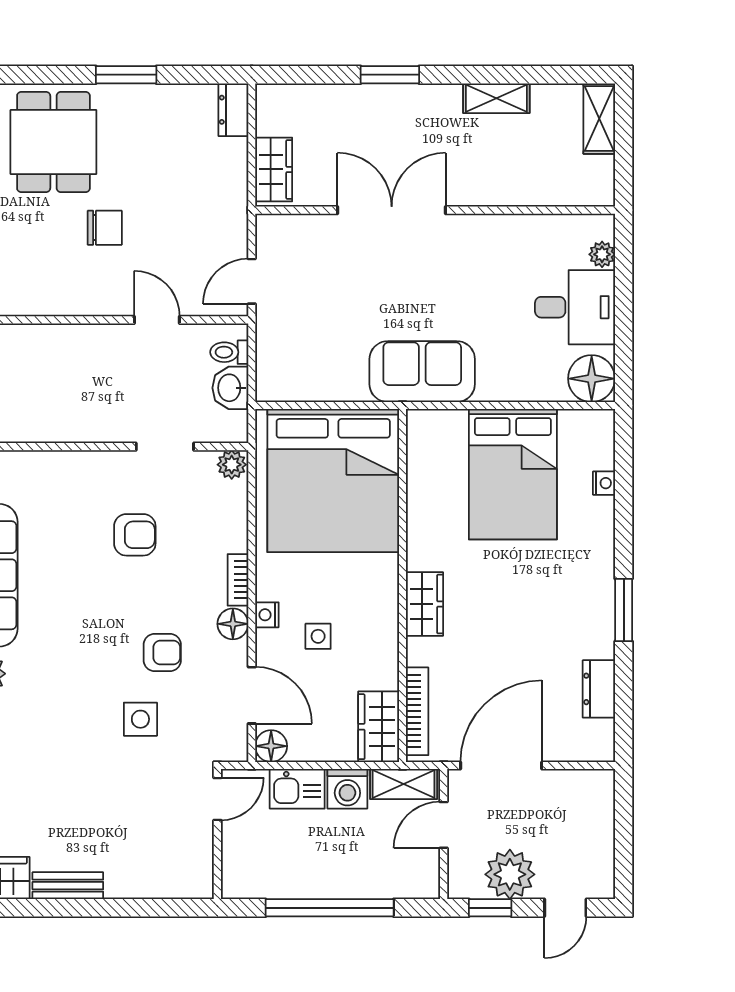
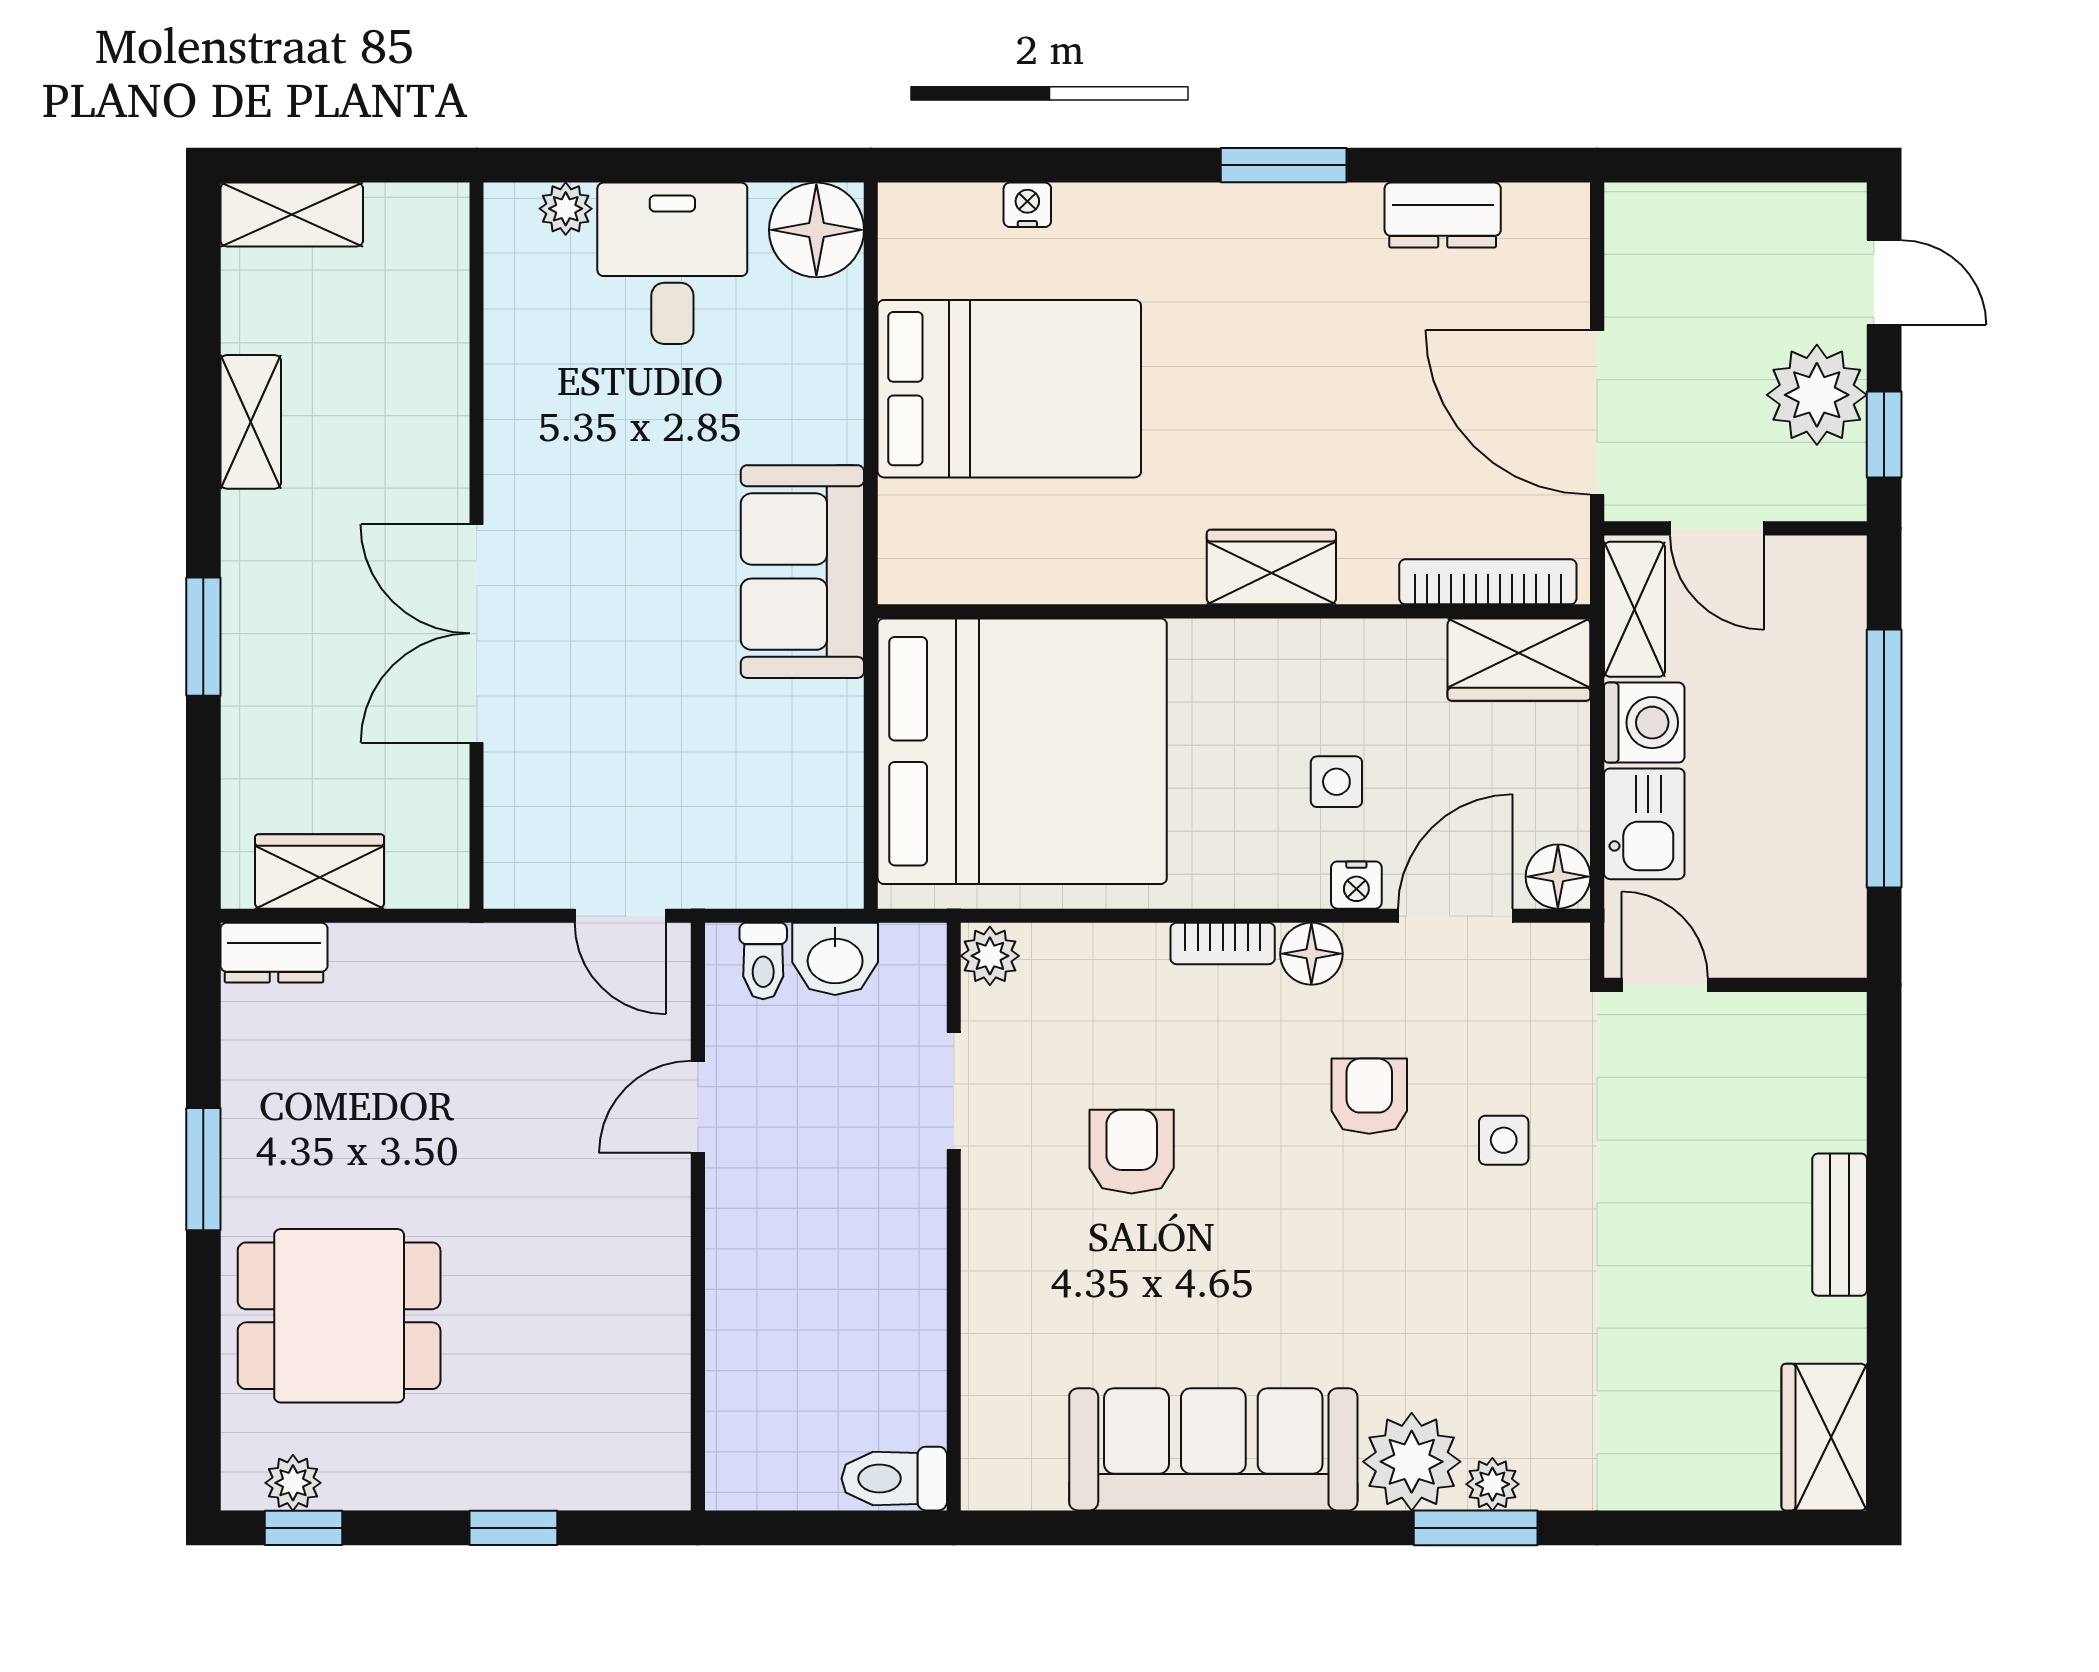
wardrobe: (274, 169) -> (320, 871), moved
chair: (105, 228) -> (512, 1212), removed
nightstand: (267, 615) -> (1356, 885), moved
side table: (140, 719) -> (1504, 1140), width x0.73, depth x0.73
bench: (68, 886) -> (1840, 1225), moved

